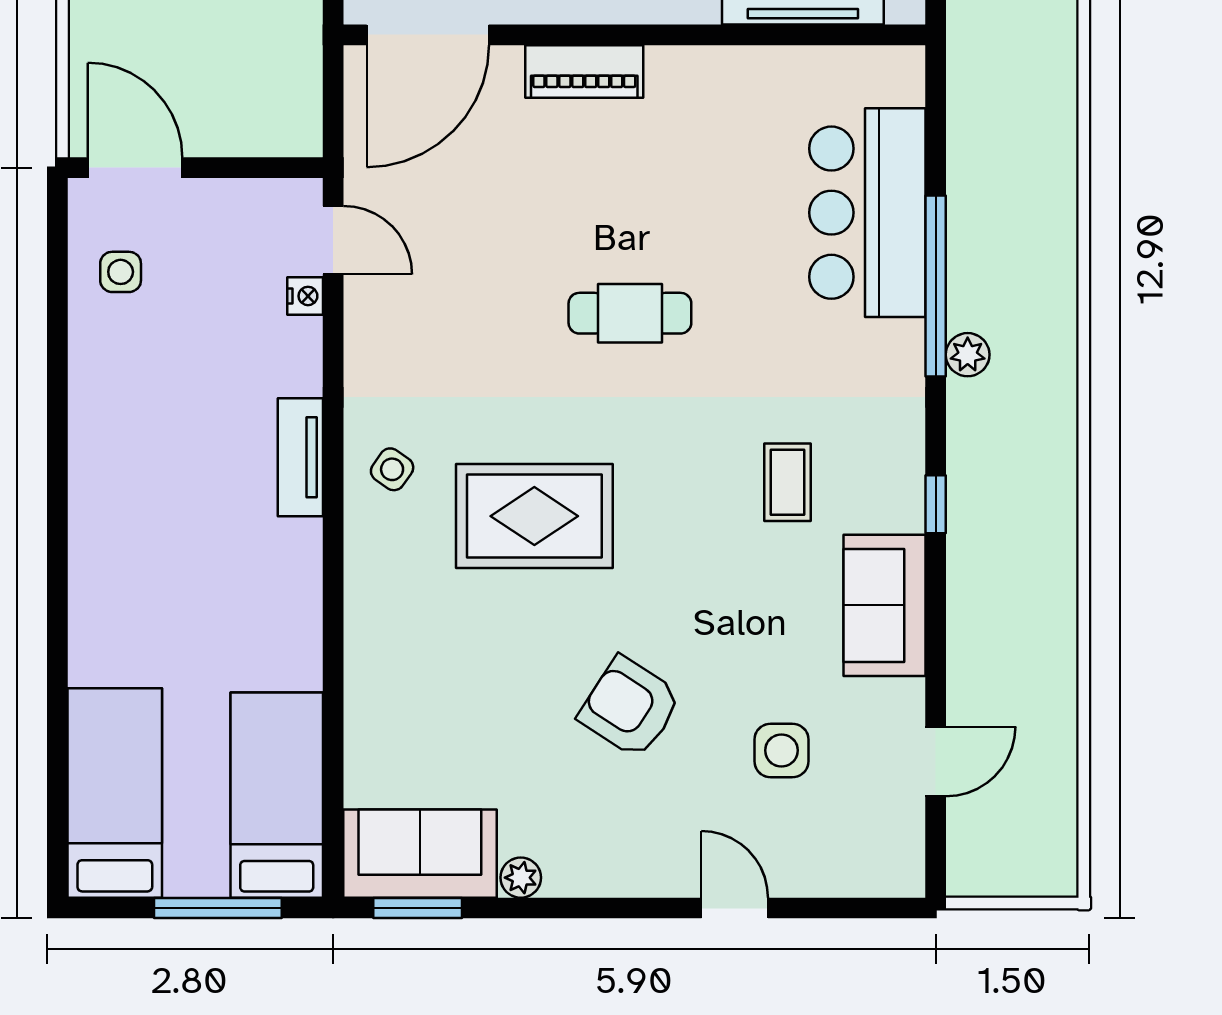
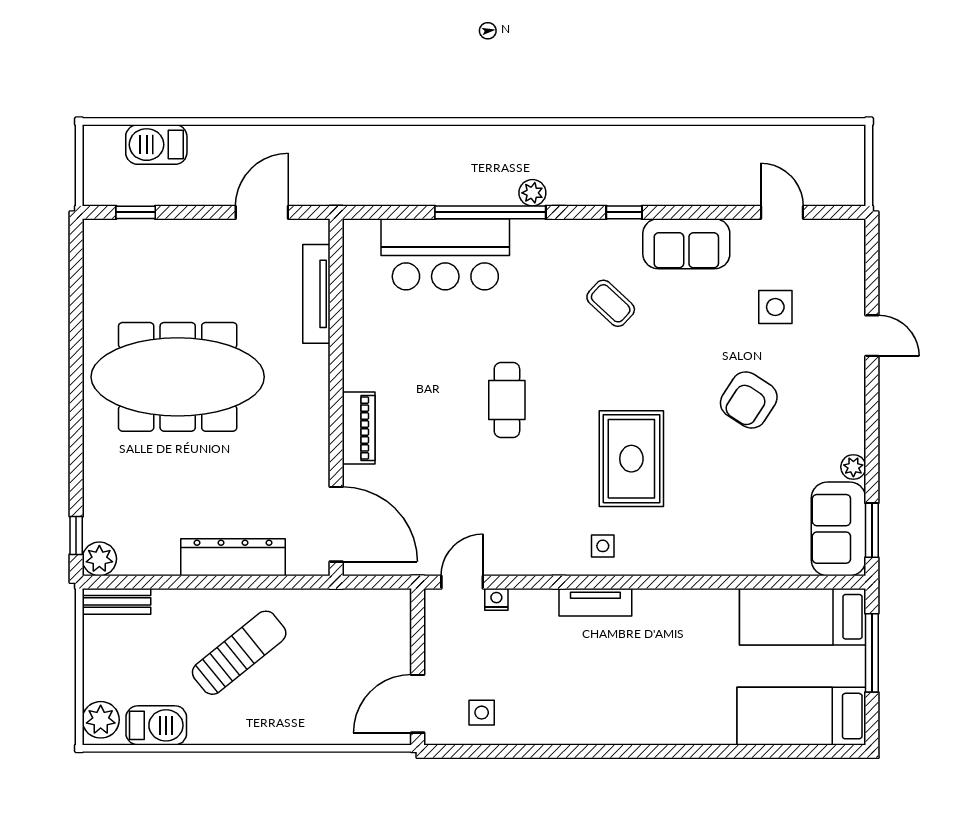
side table: (392, 469) -> (603, 546), turned -35
coffee table: (788, 482) -> (611, 303), turned 43
door: (735, 908) -> (872, 336), swing flipped

